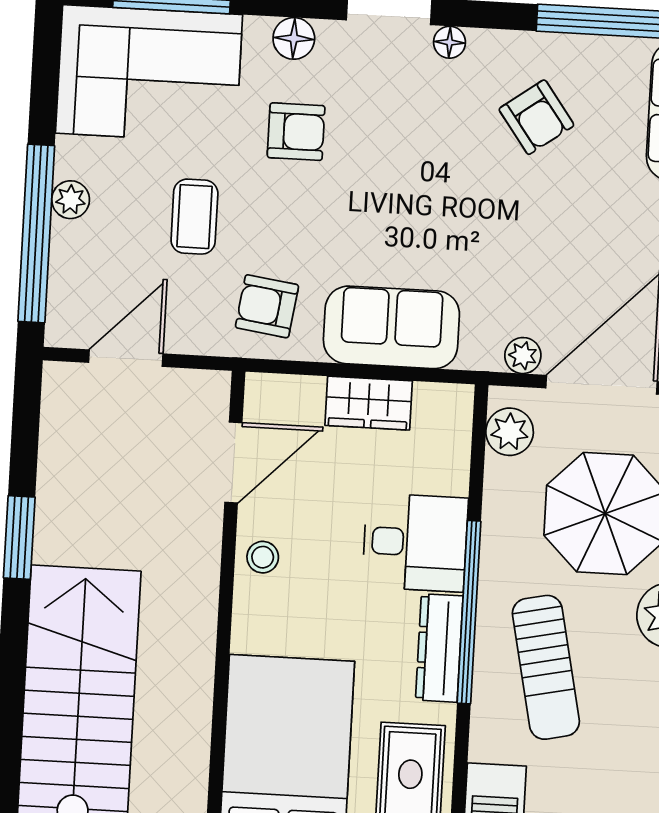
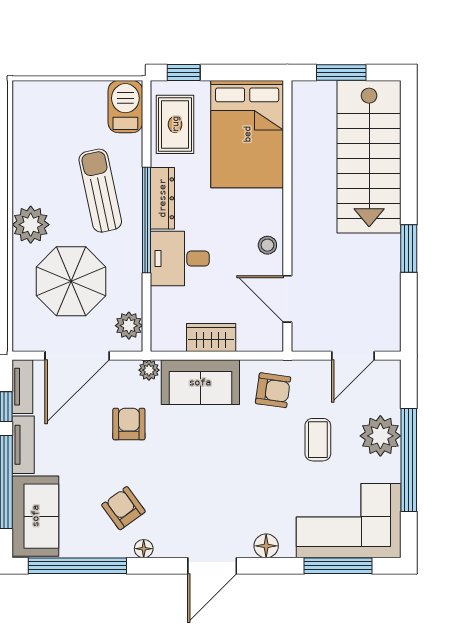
floor lamp: (450, 42) -> (144, 549), moved
armchair: (296, 132) -> (129, 424), moved, turned 90
plant: (71, 200) -> (380, 436), width x1.88, depth x1.88
window: (36, 233) -> (409, 460), moved
plant: (523, 356) -> (149, 370), moved
door: (233, 462) -> (287, 299), hinge flipped

